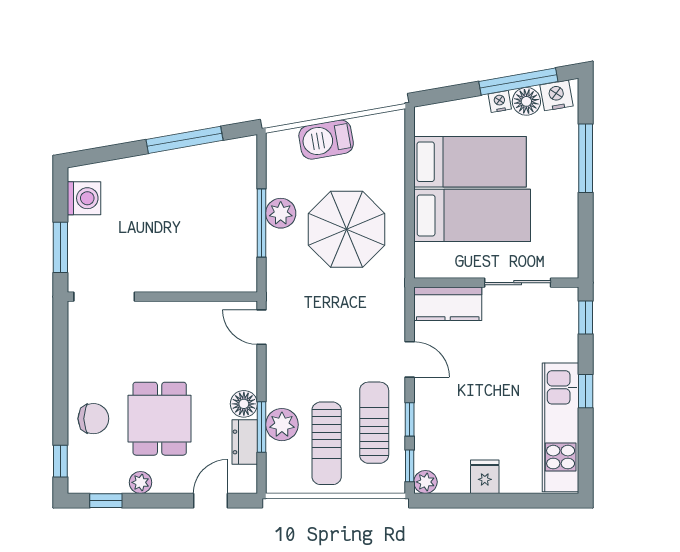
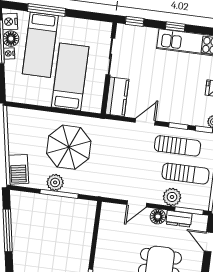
barbecue: (326, 140) -> (18, 169), moved
bed: (470, 162) -> (40, 45), moved, turned 180
door: (262, 327) -> (137, 204), moved
sun lounger: (374, 423) -> (178, 146), turned 180
window: (262, 427) -> (189, 211), moved

